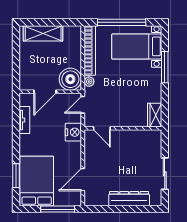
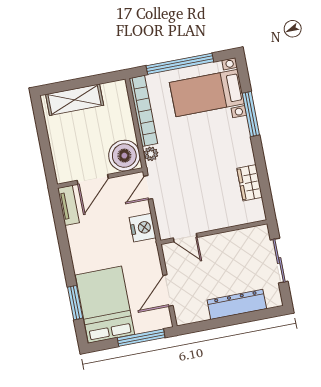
tv unit: (24, 120) -> (68, 205), moved
door: (102, 128) -> (185, 238), moved
wall: (123, 128) -> (214, 232), moved

